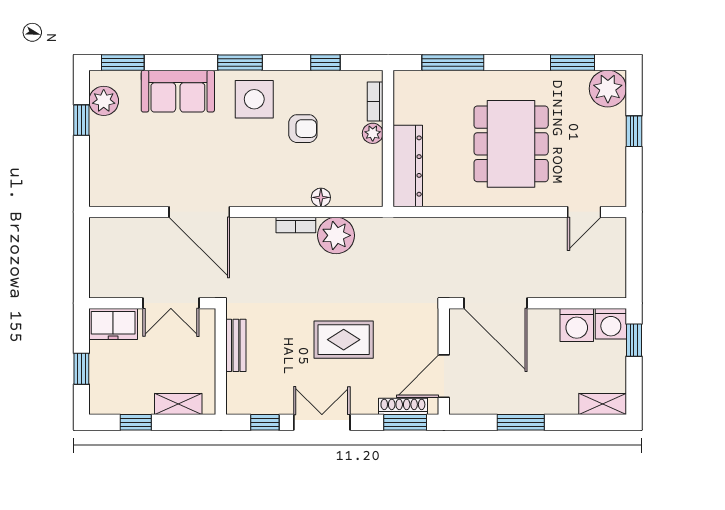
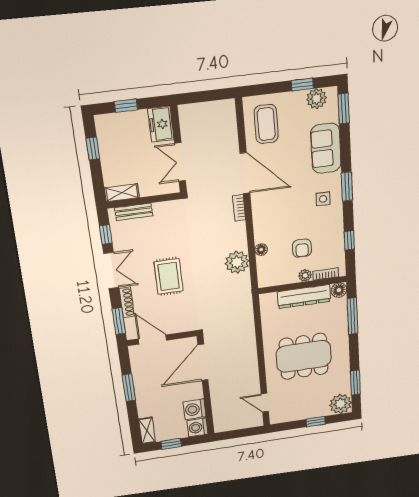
floor lamp: (405, 82) -> (339, 290), added
side table: (254, 99) -> (323, 199), width x0.54, depth x0.54
armchair: (303, 129) -> (302, 248), moved
dresser: (408, 166) -> (304, 297), moved
coffee table: (131, 175) -> (266, 124), added
door: (199, 212) -> (245, 173), swing flipped
bookcase: (296, 225) -> (239, 208), moved
window: (634, 340) -> (171, 444), moved
bench: (236, 345) -> (134, 212), moved
shelving: (178, 404) -> (122, 193), moved, turned 90
shoe rack: (403, 406) -> (127, 302), moved

